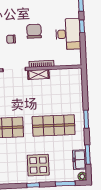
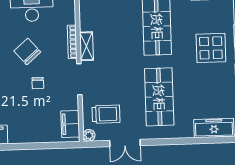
chair: (34, 31) -> (27, 51), turned 49

